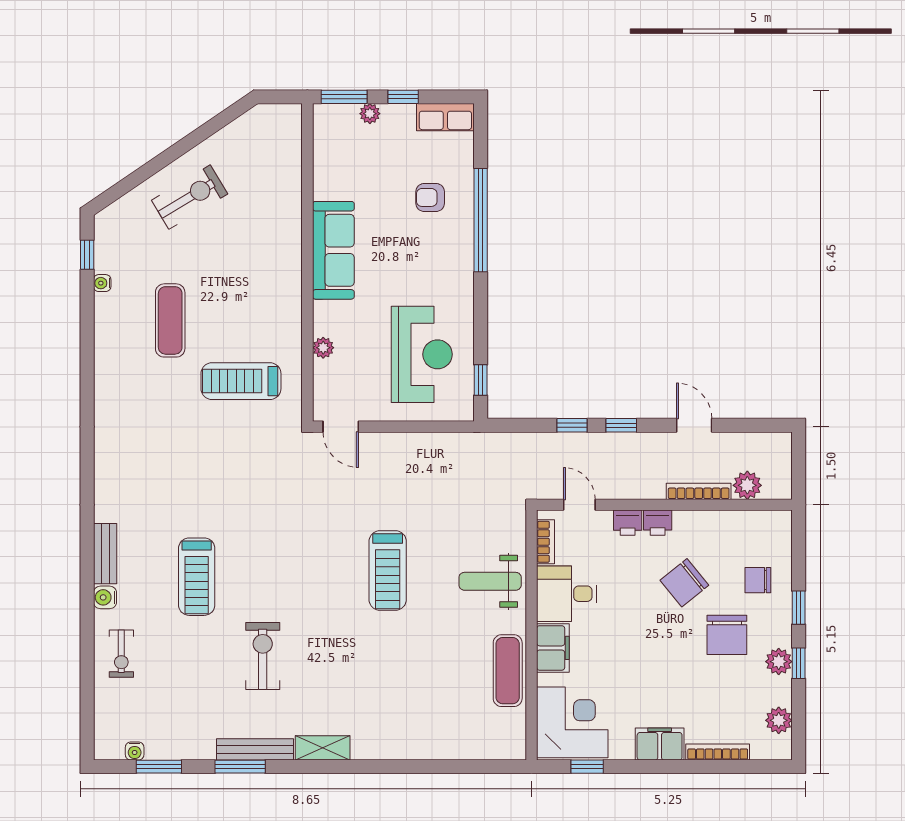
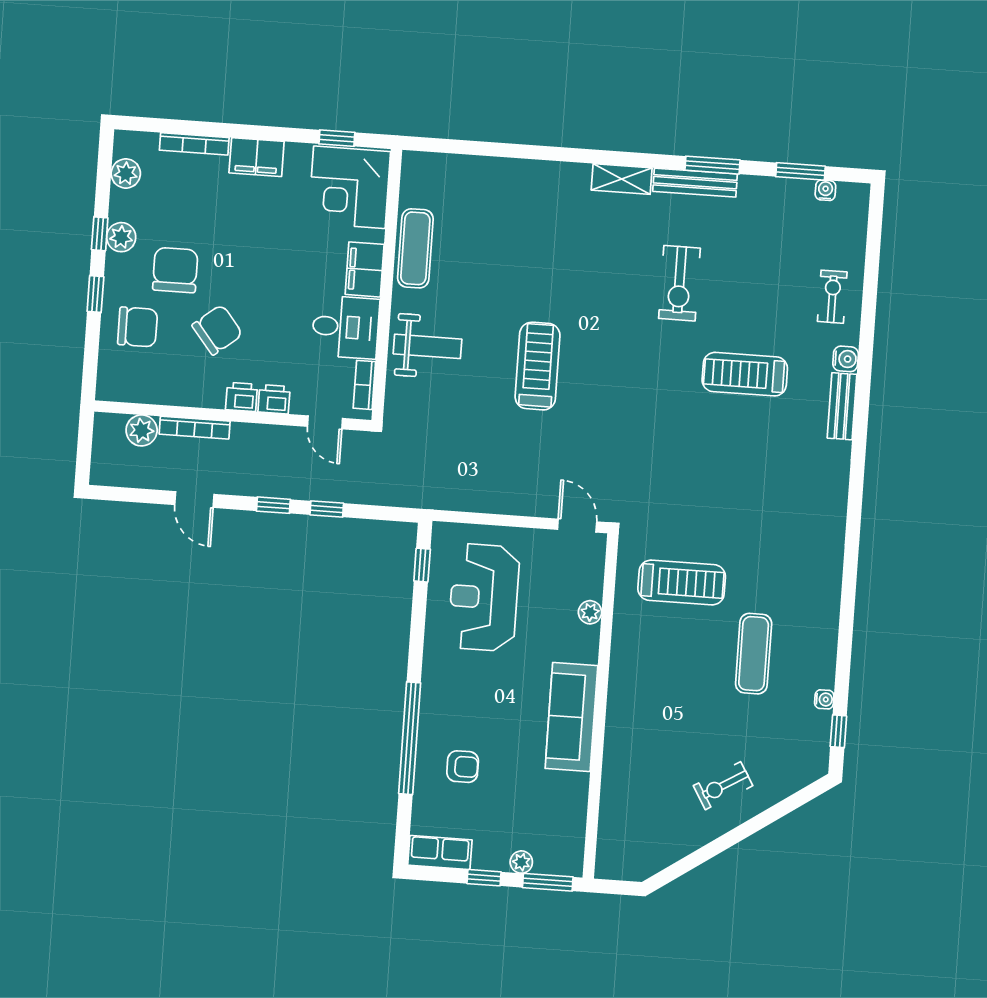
exercise bike: (190, 197) -> (723, 786), width x0.73, depth x0.72
treadmill: (197, 577) -> (745, 374), turned -90
chair: (758, 580) -> (138, 327), width x1.37, depth x1.37

